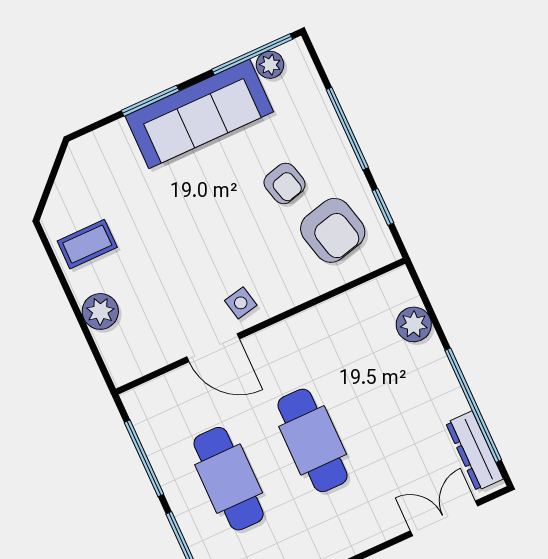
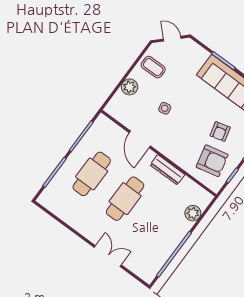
door: (52, 176) -> (172, 39), added
armchair: (333, 230) -> (212, 161), turned -89
side table: (241, 303) -> (165, 108), moved
dresser: (474, 451) -> (167, 170), moved, turned -90
double door: (444, 518) -> (108, 256), moved

